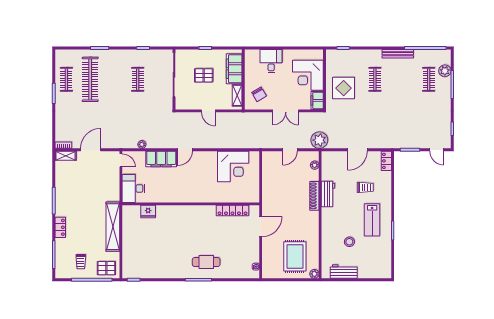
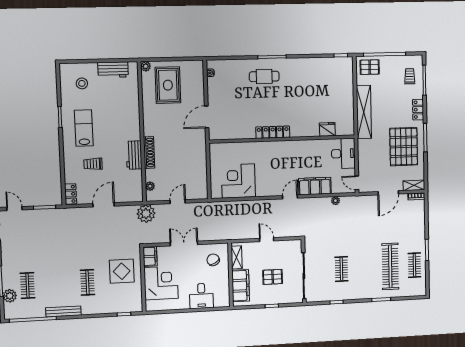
pallet: (75, 193) -> (404, 147), added
locker: (232, 211) -> (273, 132), moved
stool: (349, 242) -> (82, 83), moved
trolley: (81, 262) -> (410, 76), moved

